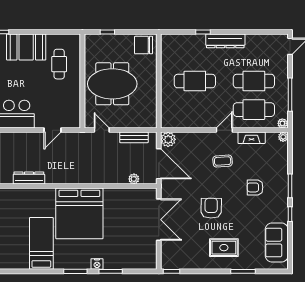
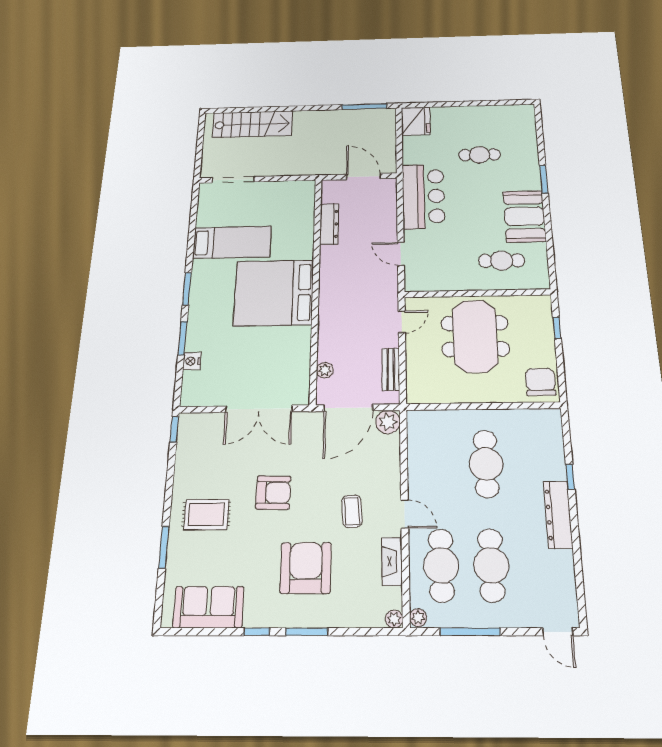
armchair: (255, 187) -> (306, 568), width x1.88, depth x1.88
rug: (224, 248) -> (206, 514), turned 90
nightstand: (97, 264) -> (192, 361), moved

